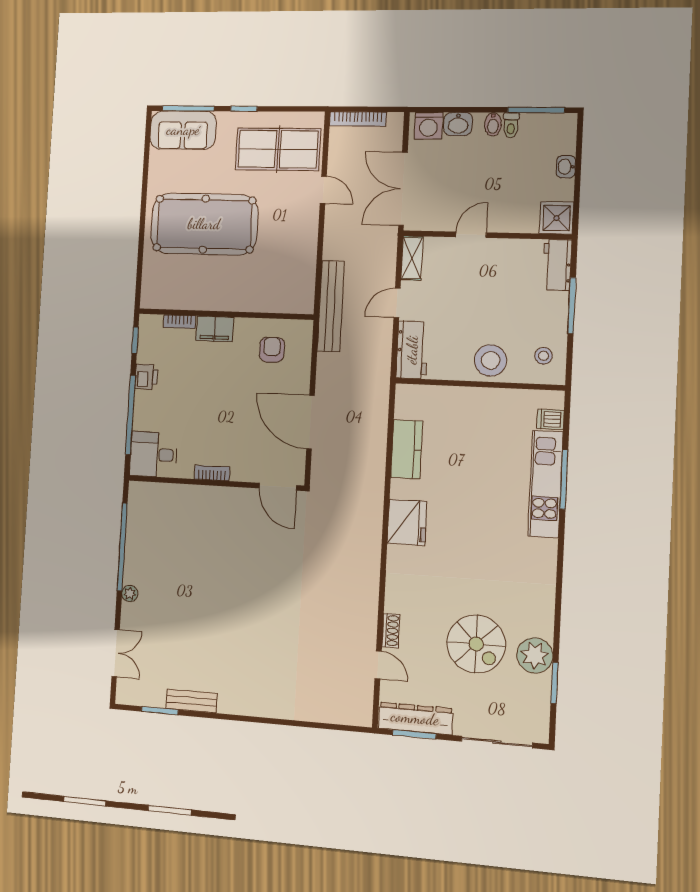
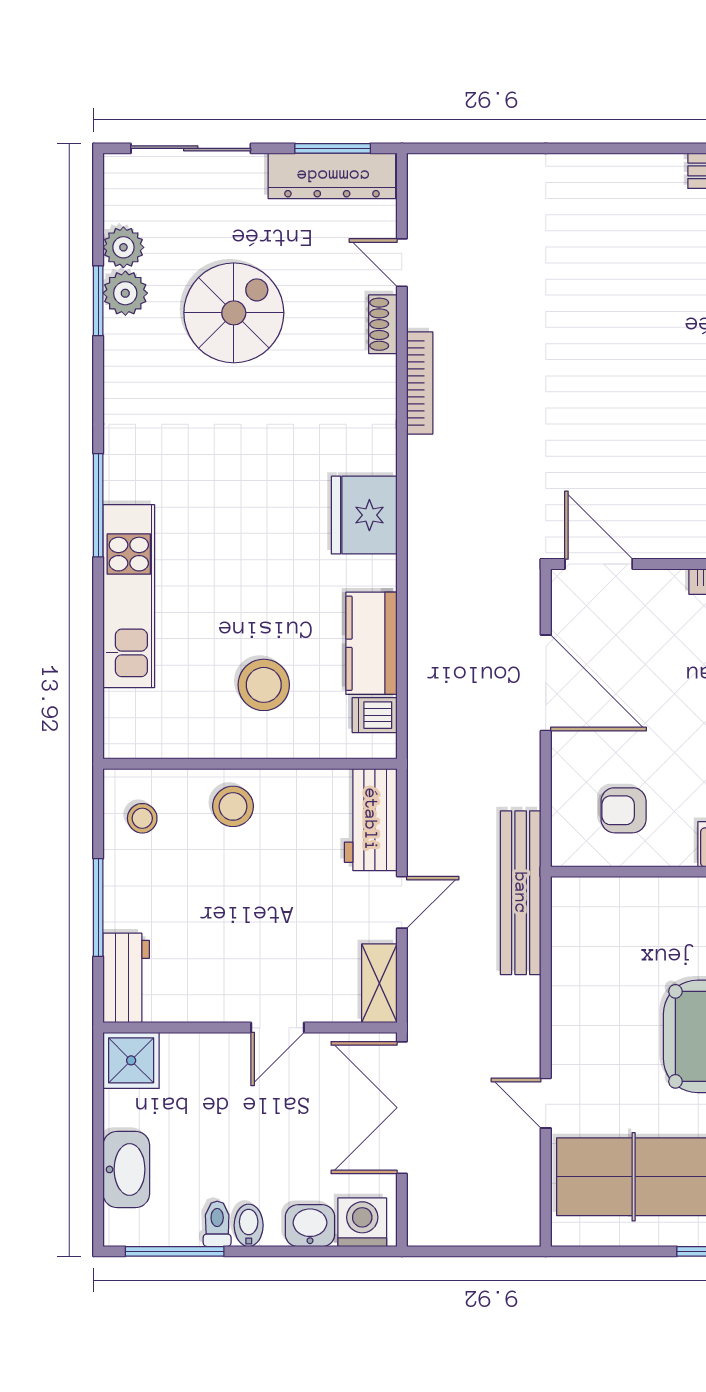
bookcase: (358, 119) -> (420, 383), moved, turned 90
washbasin: (566, 167) -> (126, 1169), width x1.91, depth x1.45
double door: (403, 189) -> (402, 1108), swing flipped
armchair: (272, 350) -> (624, 810), turned 90
stool: (490, 360) -> (233, 806), width x0.73, depth x0.73
dishwasher: (550, 419) -> (375, 715), moved, turned 180
stool: (469, 429) -> (264, 685), added
window: (564, 479) -> (98, 505), moved
spiral stairs: (476, 644) -> (234, 313), turned 90
plant: (535, 655) -> (125, 293), width x0.73, depth x0.73
window: (555, 683) -> (98, 301), moved
plant: (539, 688) -> (123, 247), added

